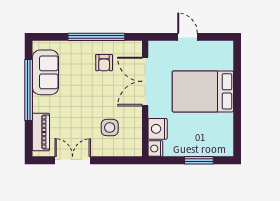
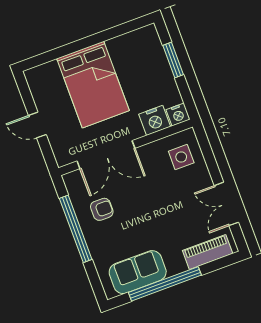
door: (188, 37) -> (37, 125), hinge flipped
side table: (110, 128) -> (181, 157), moved

